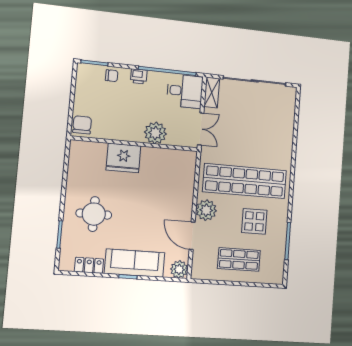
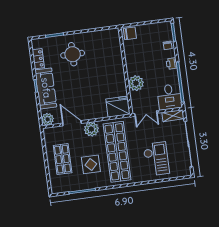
checkout: (265, 130) -> (156, 159), added
fridge: (123, 158) -> (118, 107), moved, turned 90
door: (192, 236) -> (72, 123), hinge flipped

